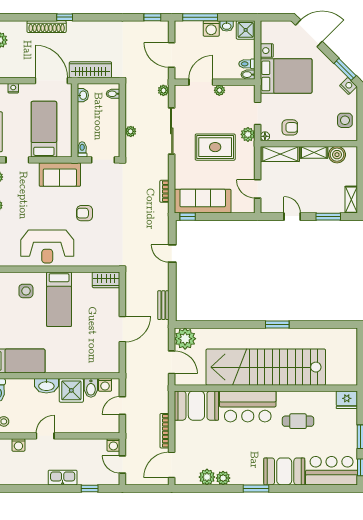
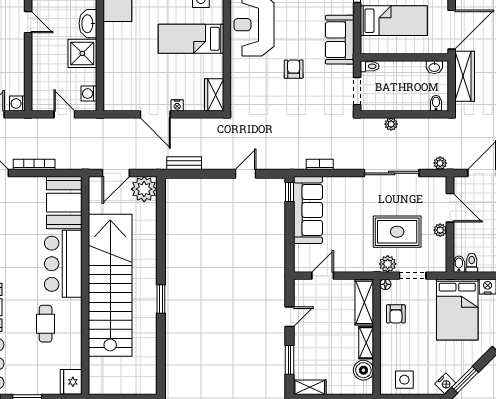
rug: (215, 147) -> (397, 232), moved, turned 90
nightstand: (115, 311) -> (177, 105), added
bidet: (91, 388) -> (85, 77), removed

